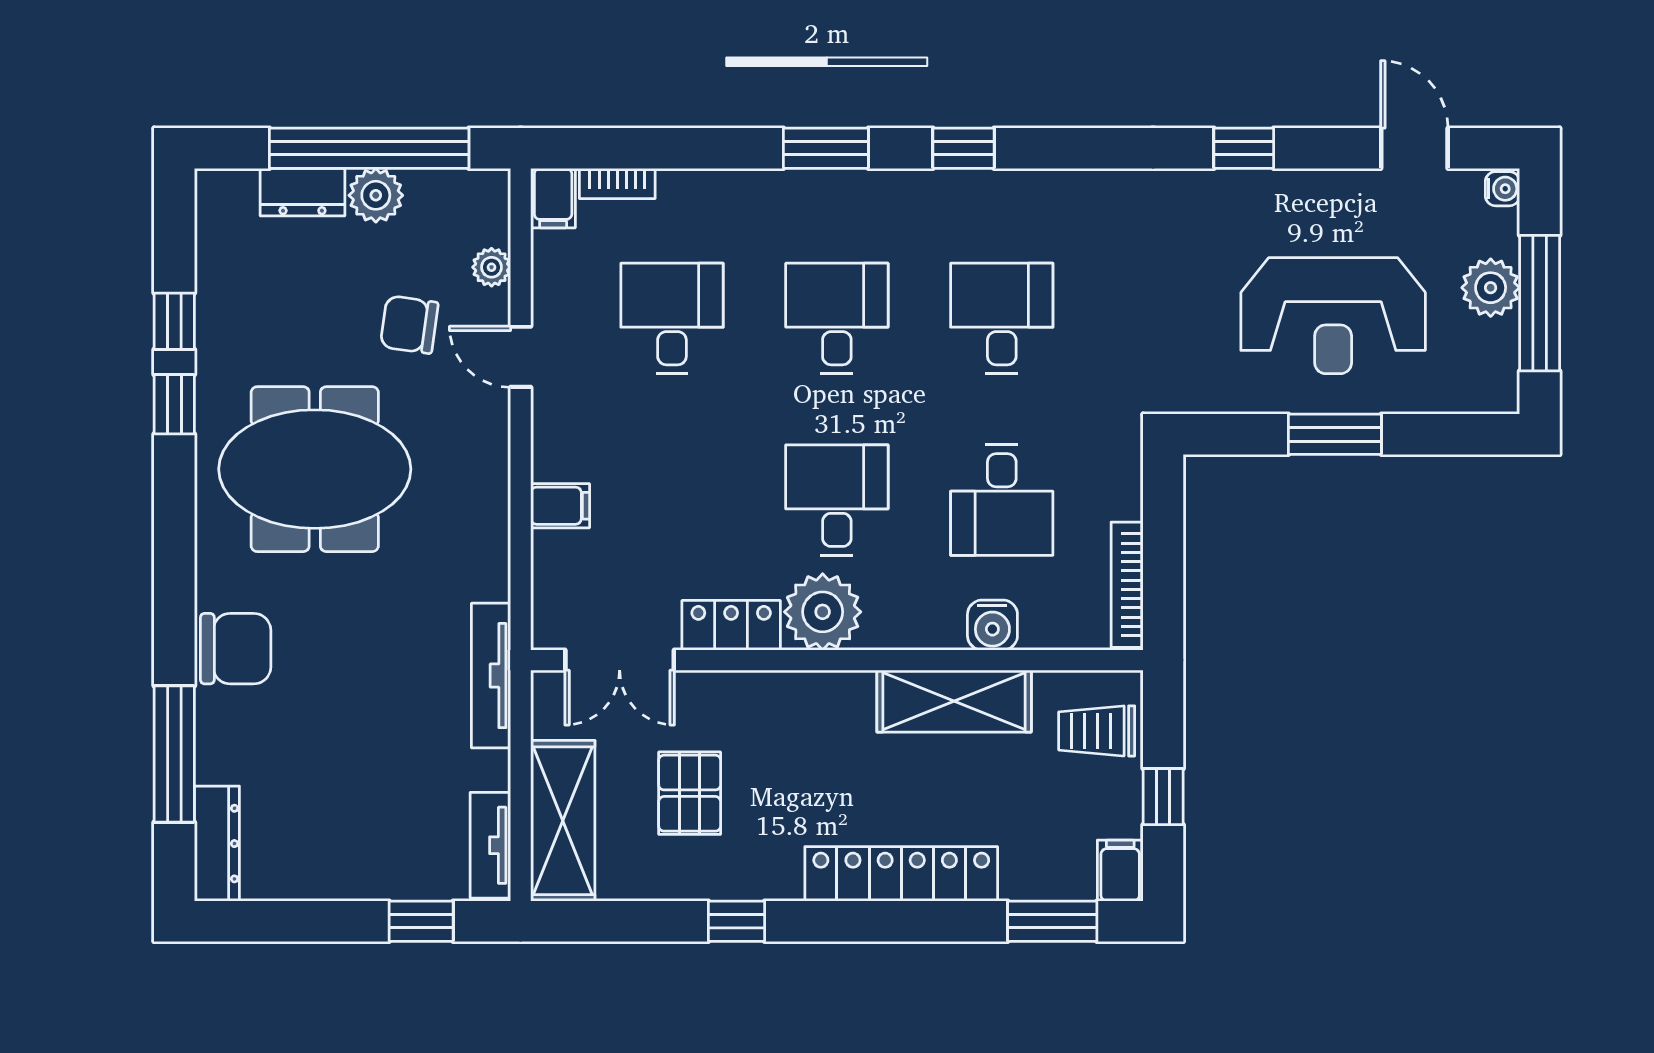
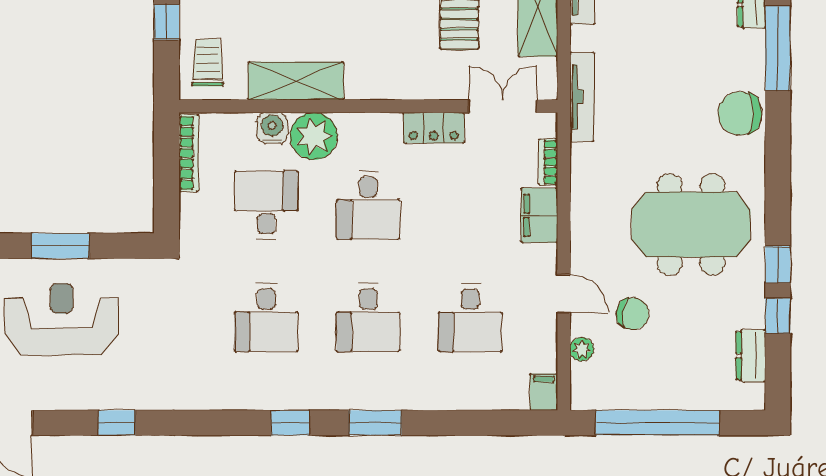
bookcase: (617, 183) -> (548, 162), moved, turned -90
dresser: (302, 192) -> (751, 356), moved, turned -90
plant: (376, 195) -> (653, 394), removed
filing cabinet: (560, 506) -> (539, 215), width x2.00
plant: (823, 612) -> (314, 136), moved
trolley: (1097, 731) -> (208, 63), turned -90

